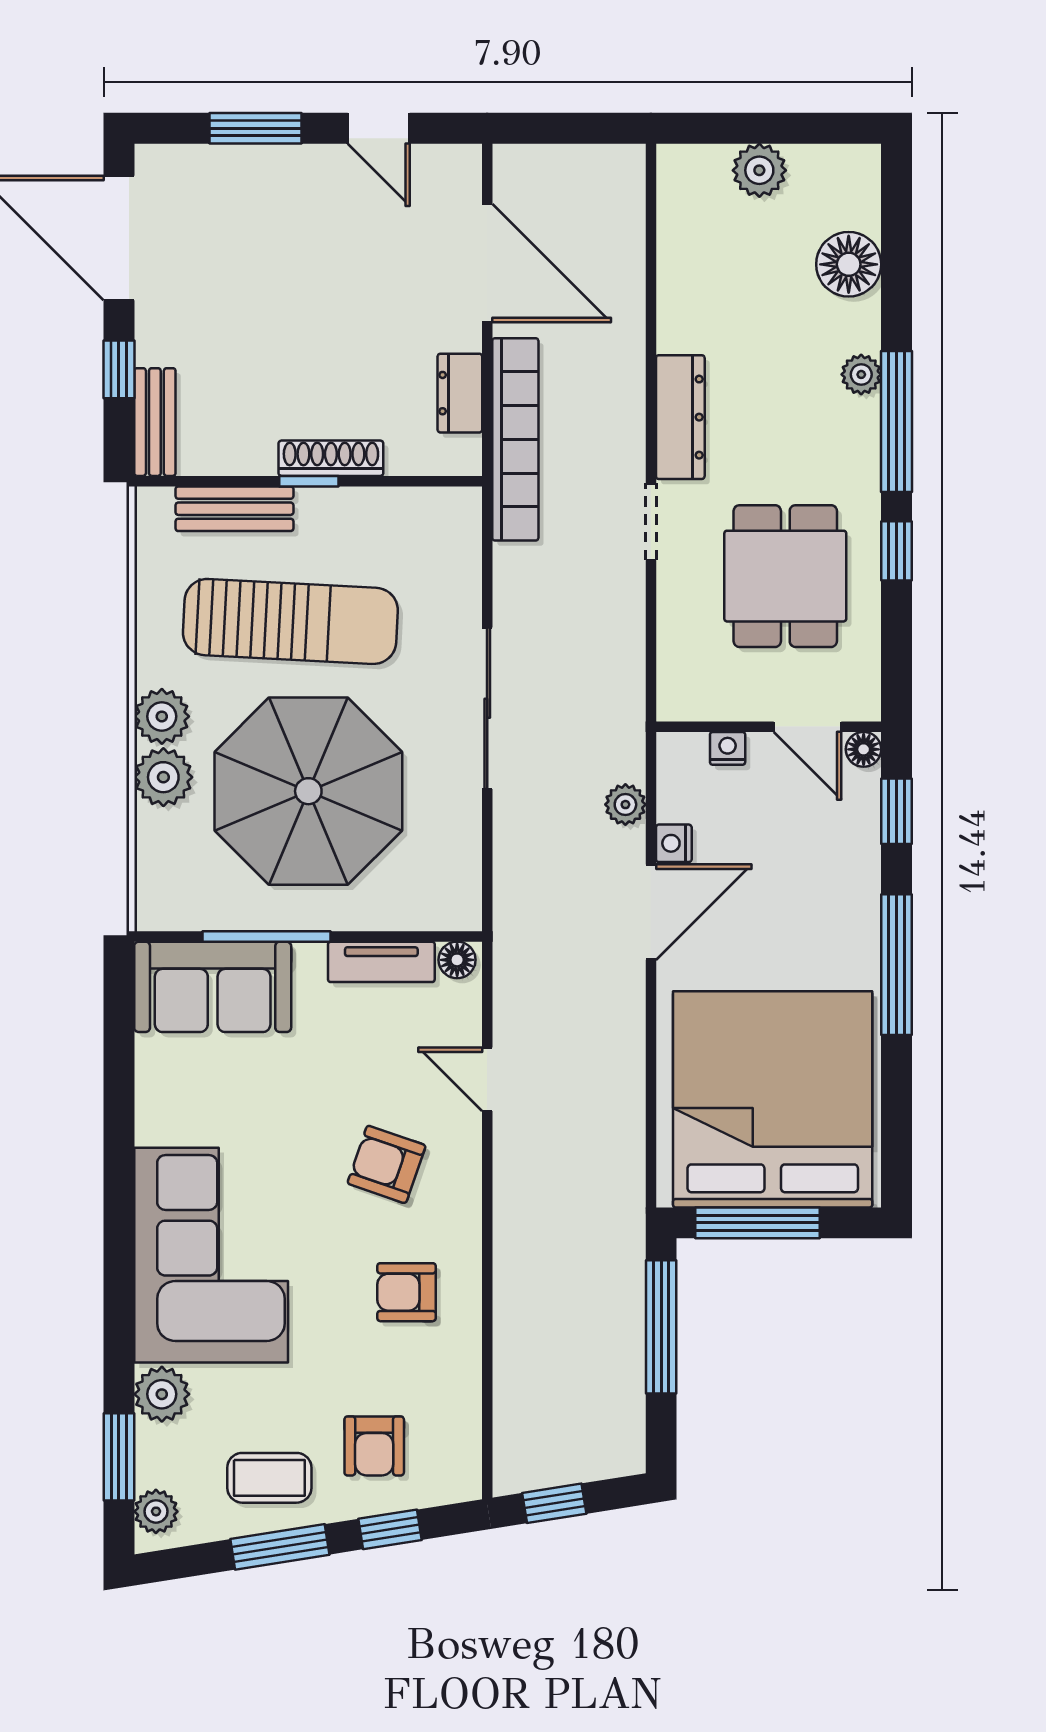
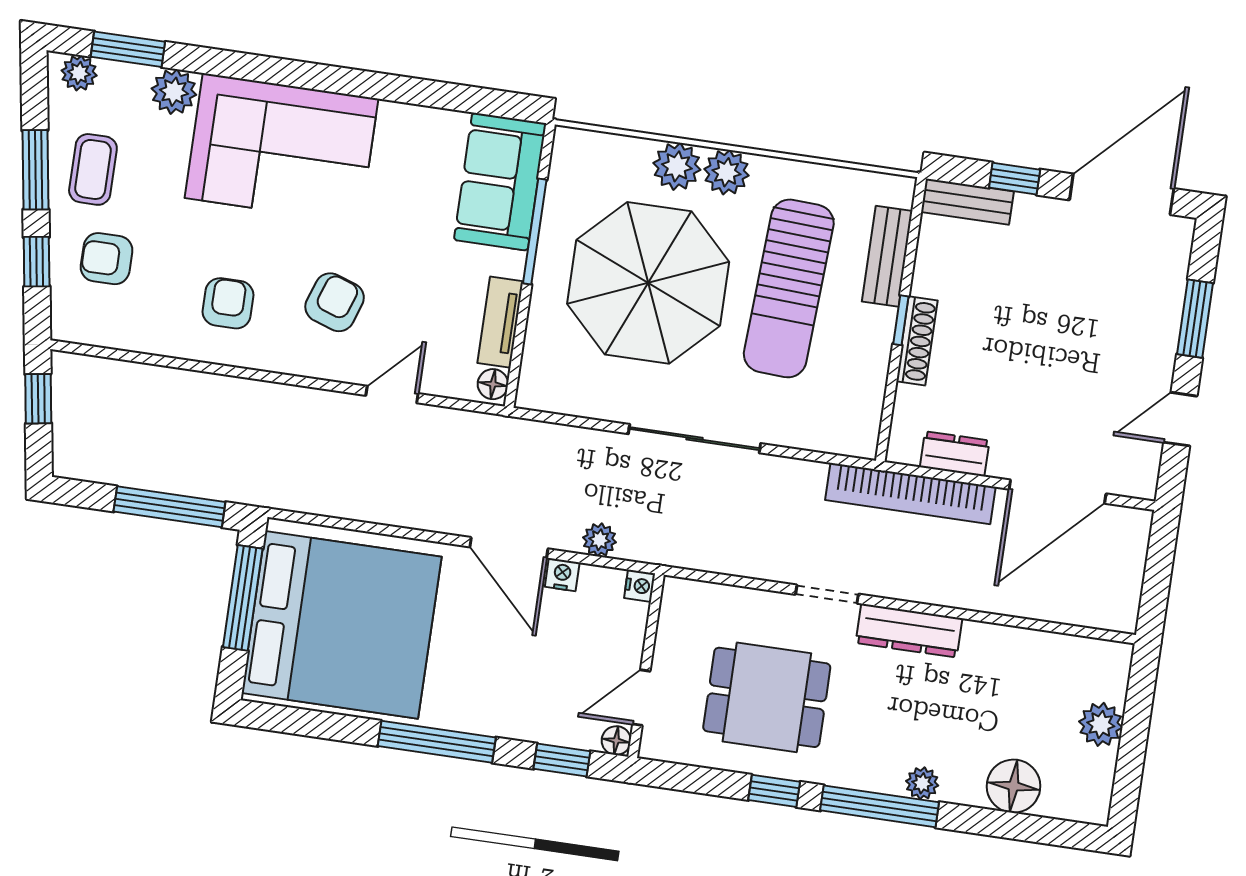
nightstand: (728, 748) -> (640, 586), moved

